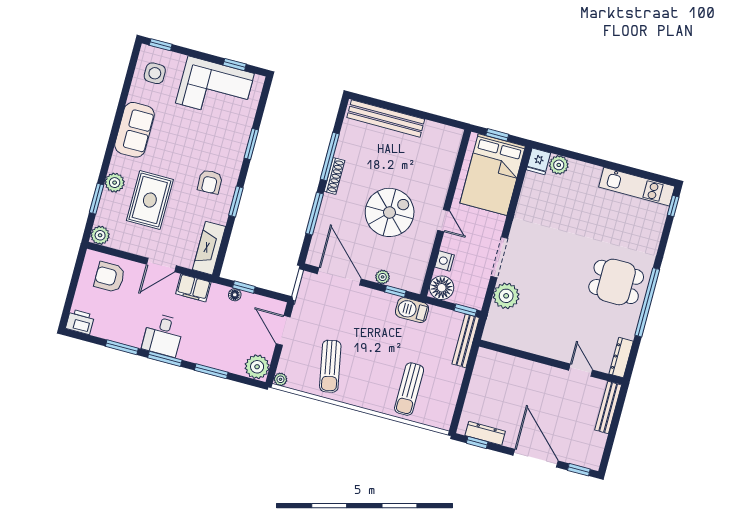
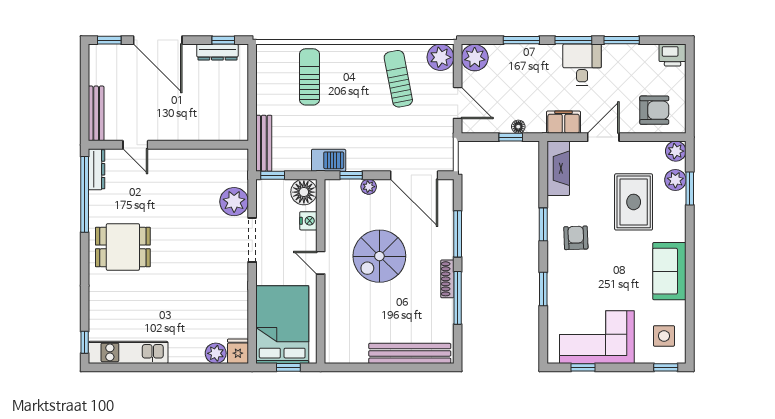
plant: (115, 183) -> (675, 180), moved
window: (647, 302) -> (85, 194), moved
plant: (280, 379) -> (440, 57), width x1.87, depth x1.87

